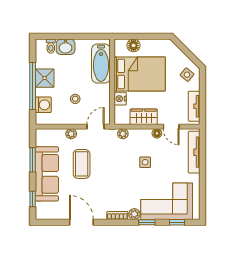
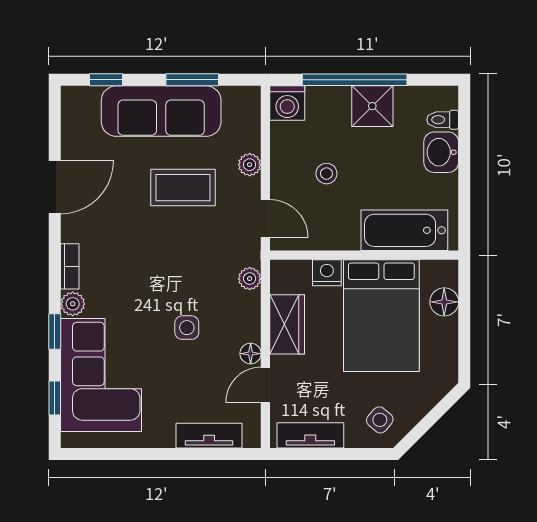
washing machine: (43, 105) -> (287, 103), moved
tv unit: (194, 152) -> (209, 436), width x0.71

